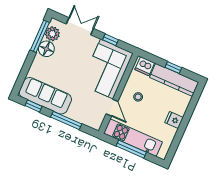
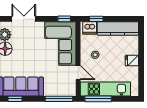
window: (110, 40) -> (64, 19), moved
window: (173, 68) -> (96, 19), moved
window: (66, 120) -> (59, 99), moved
window: (131, 149) -> (98, 99), moved

